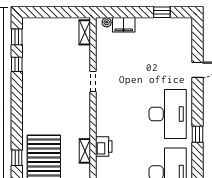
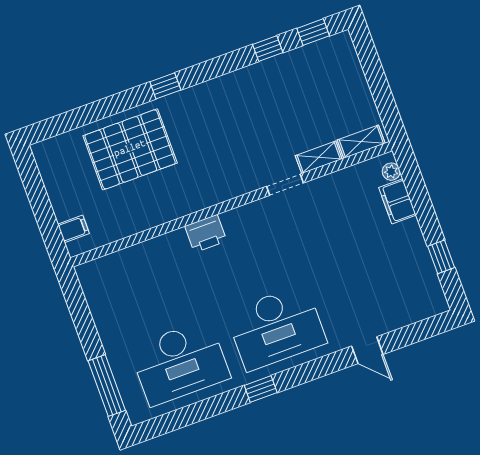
printer: (104, 147) -> (206, 234), moved
shelving: (85, 151) -> (319, 157), moved
window: (17, 158) -> (165, 86), moved

